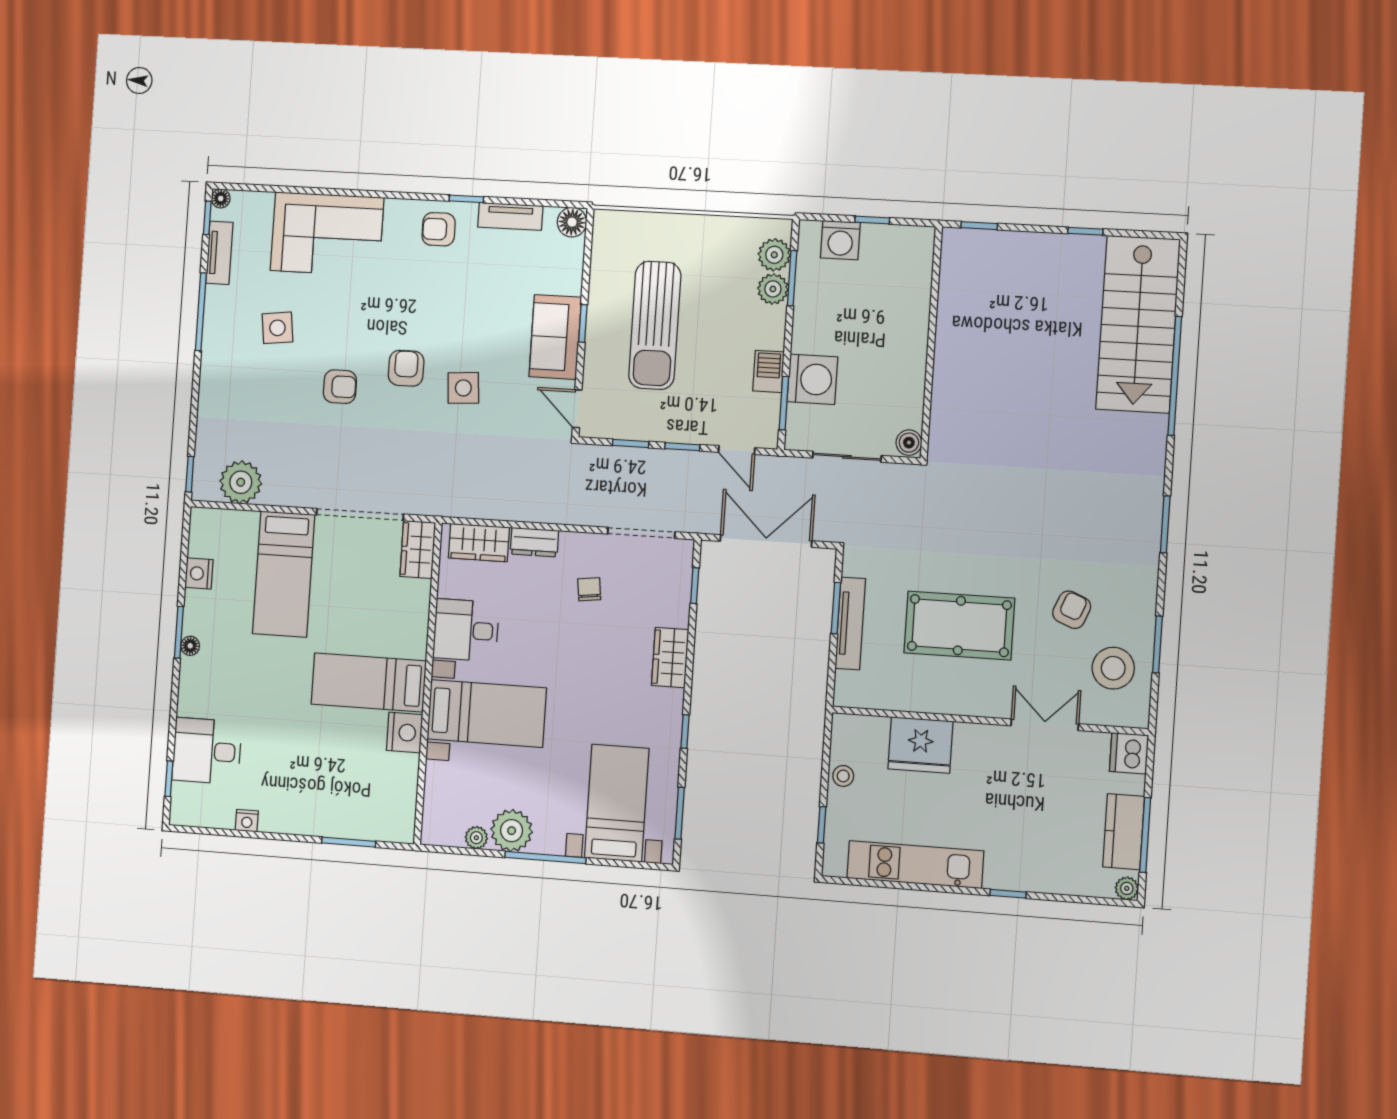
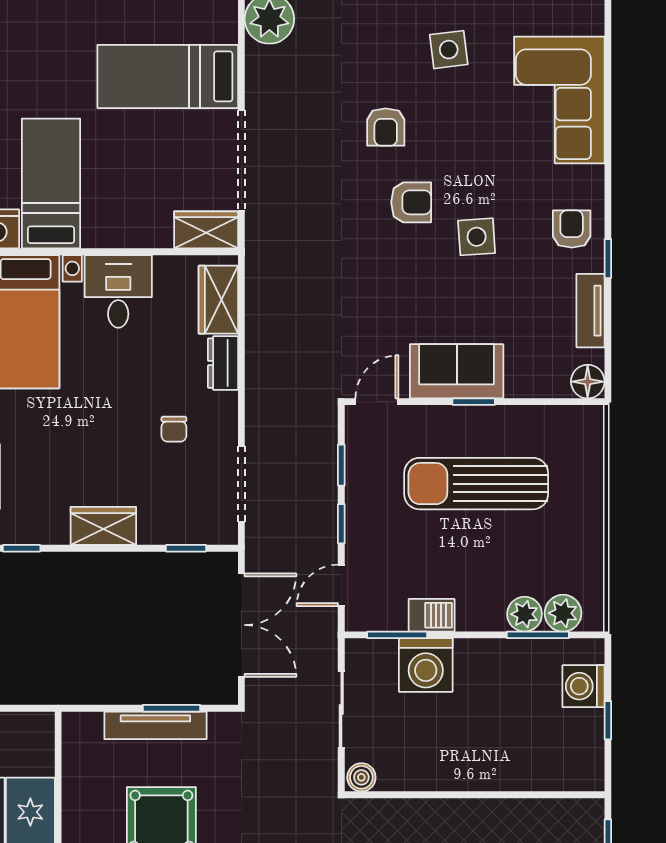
side table: (463, 388) -> (477, 237), moved
chair: (589, 589) -> (174, 429), turned 97

